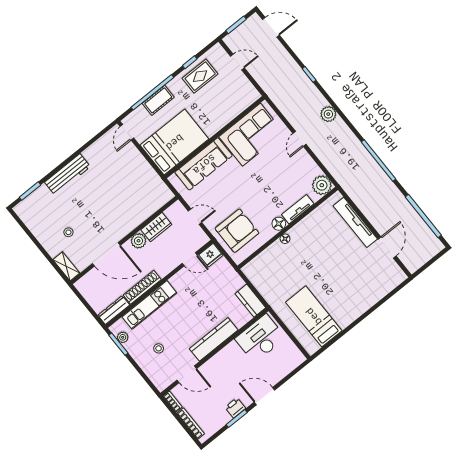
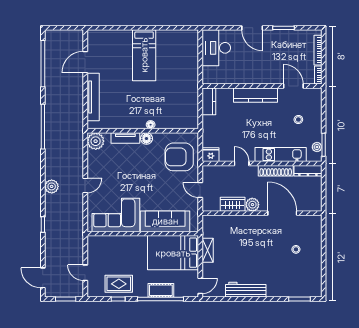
workbench: (68, 174) -> (246, 290), moved
door: (190, 259) -> (242, 163), moved
shelving: (66, 266) -> (208, 250), moved
bed: (314, 316) -> (144, 55), moved
desk: (260, 338) -> (216, 48), moved, turned 90
printer: (235, 408) -> (279, 36), removed

